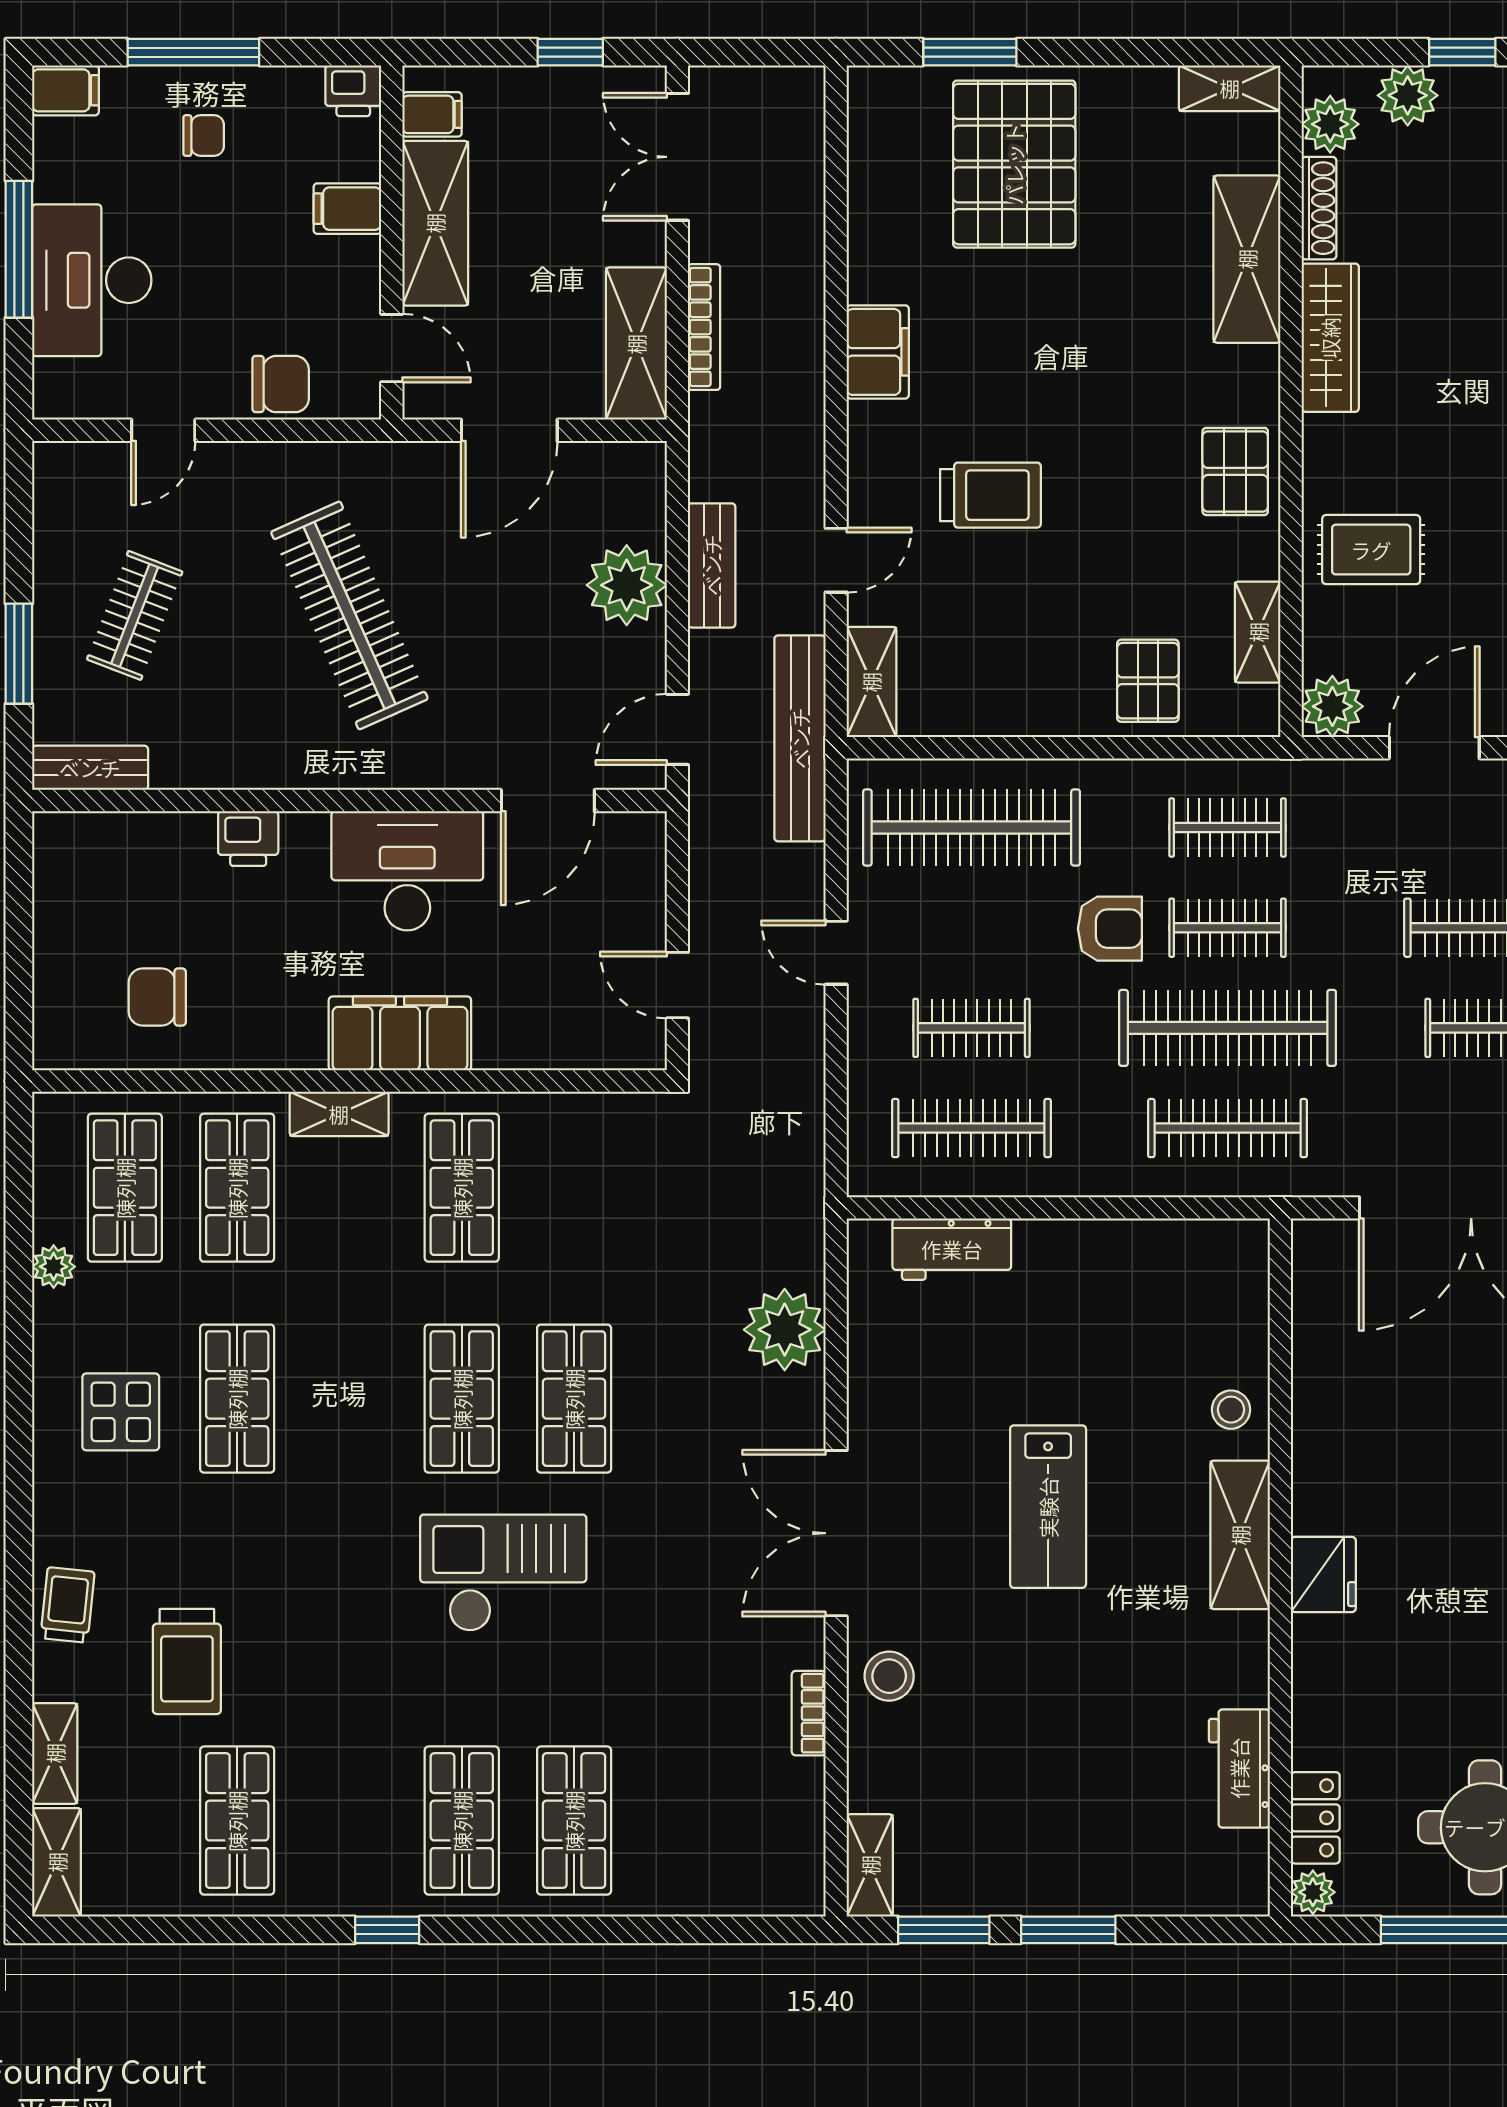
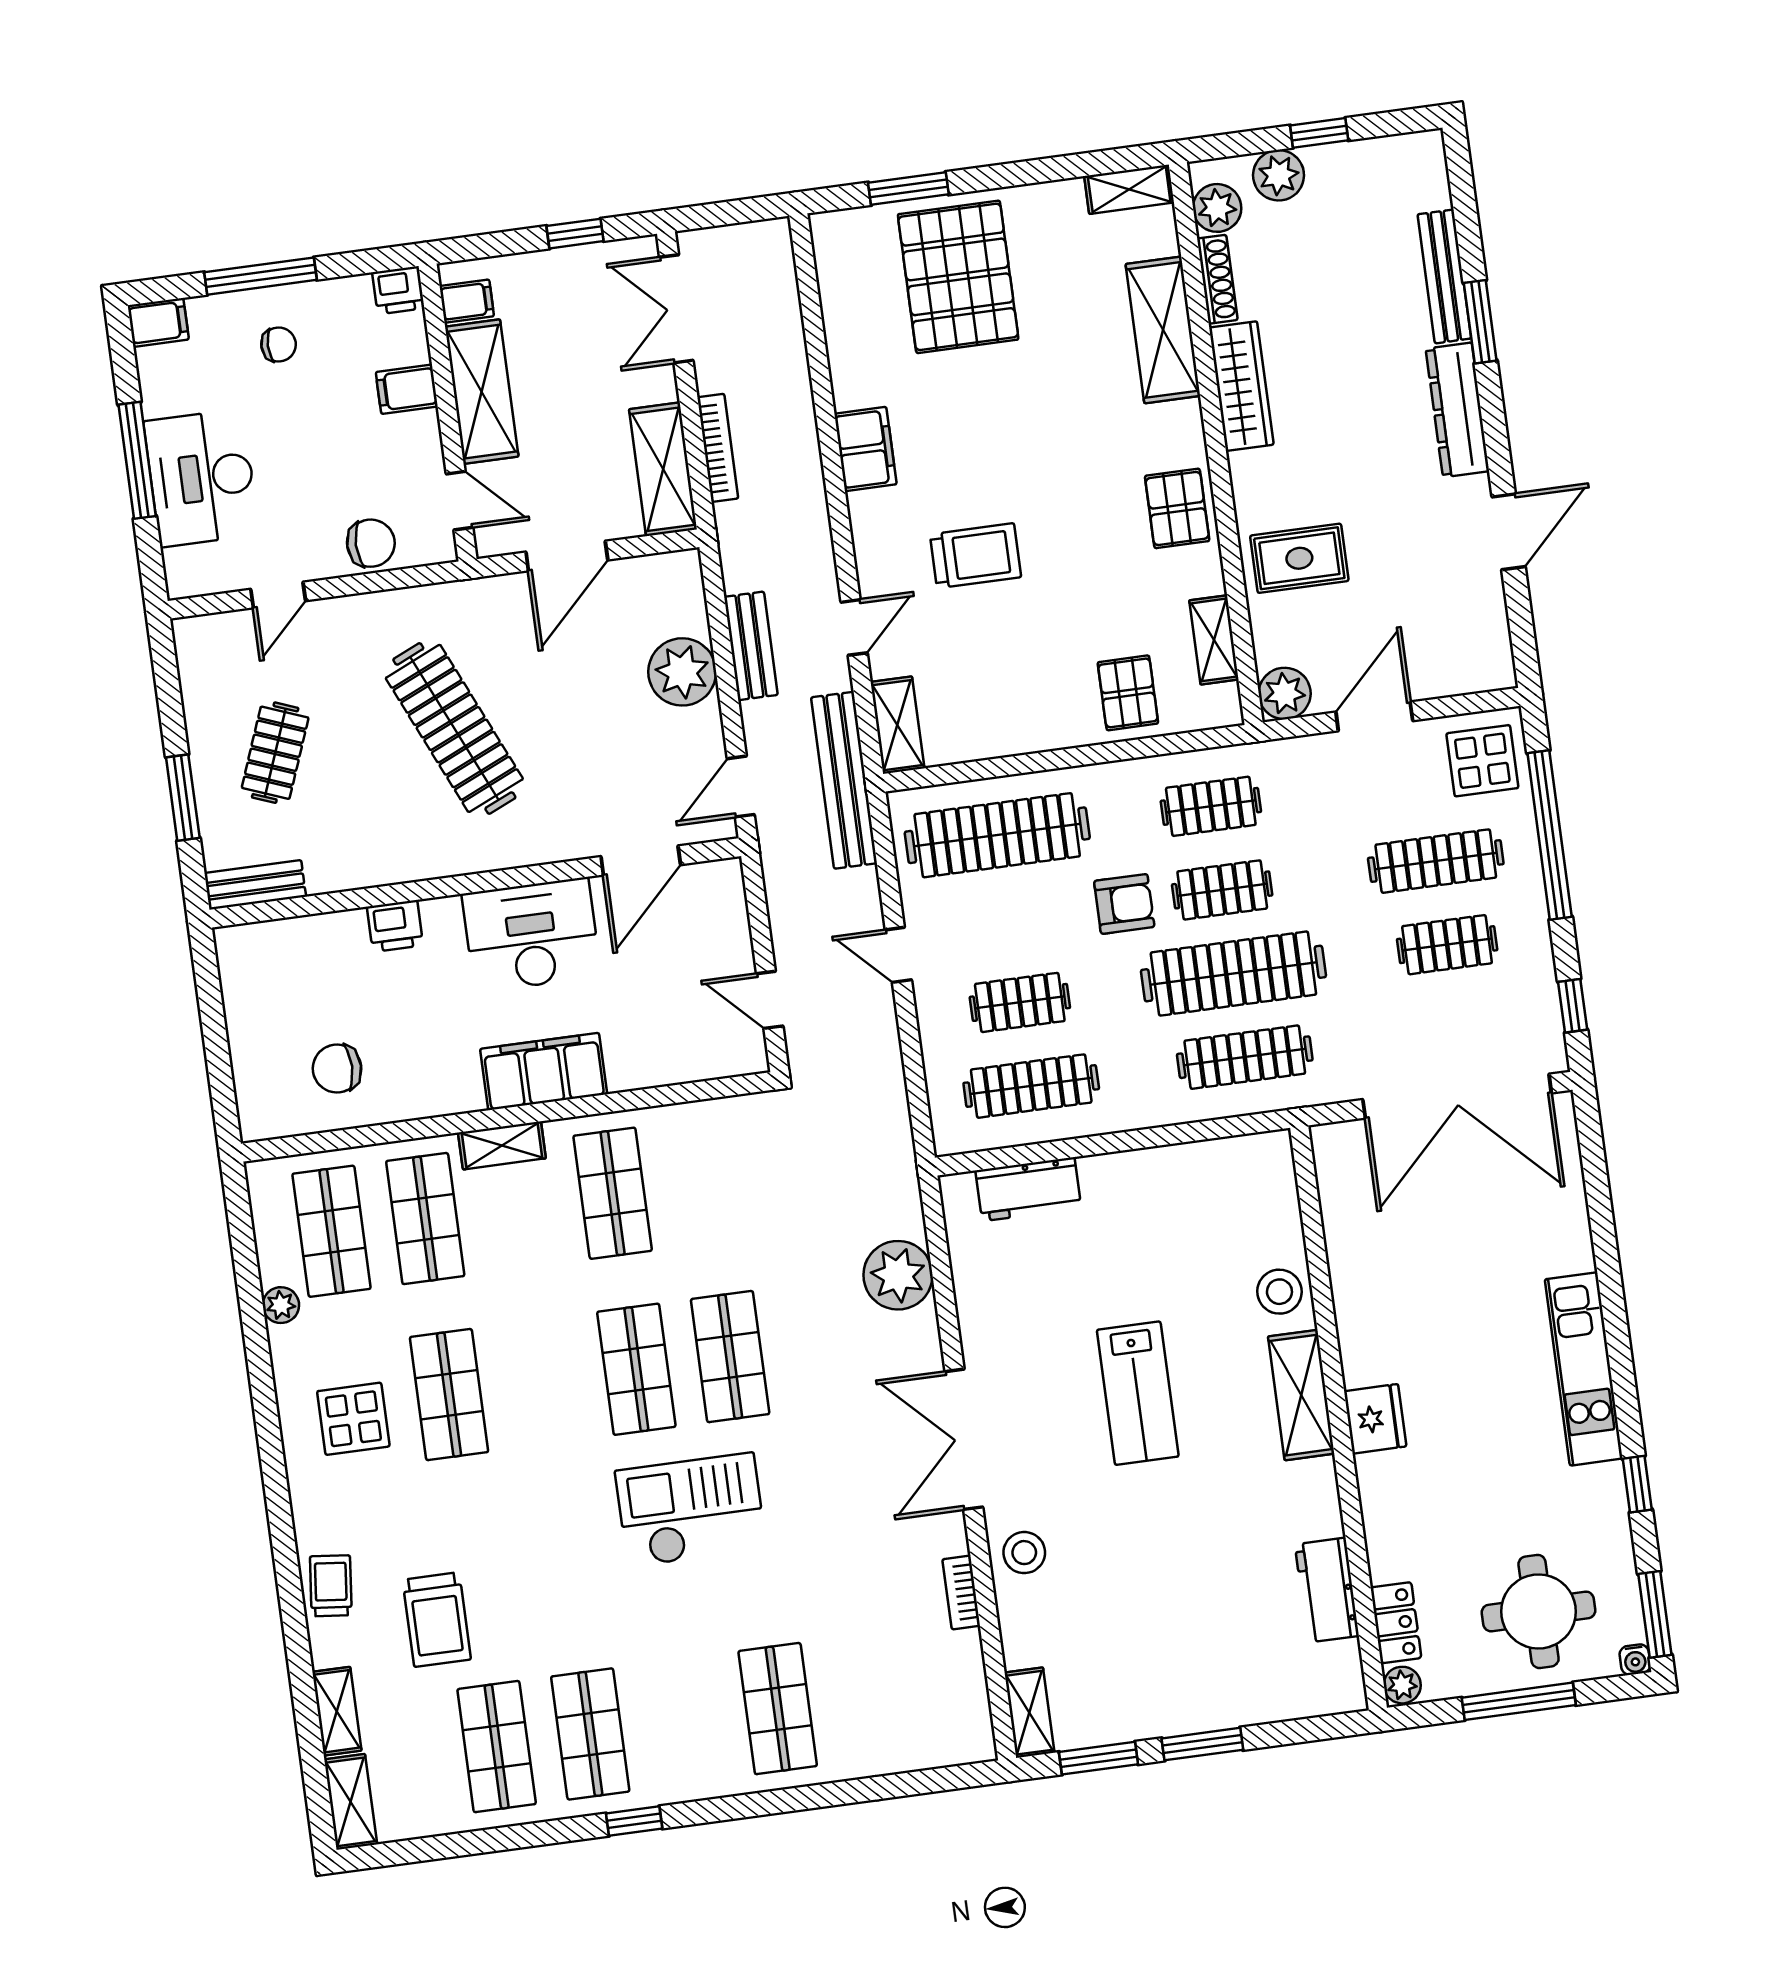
stool: (1231, 1410) -> (1279, 1292), width x1.37, depth x1.37
shop shelf: (462, 1821) -> (590, 1734), moved

